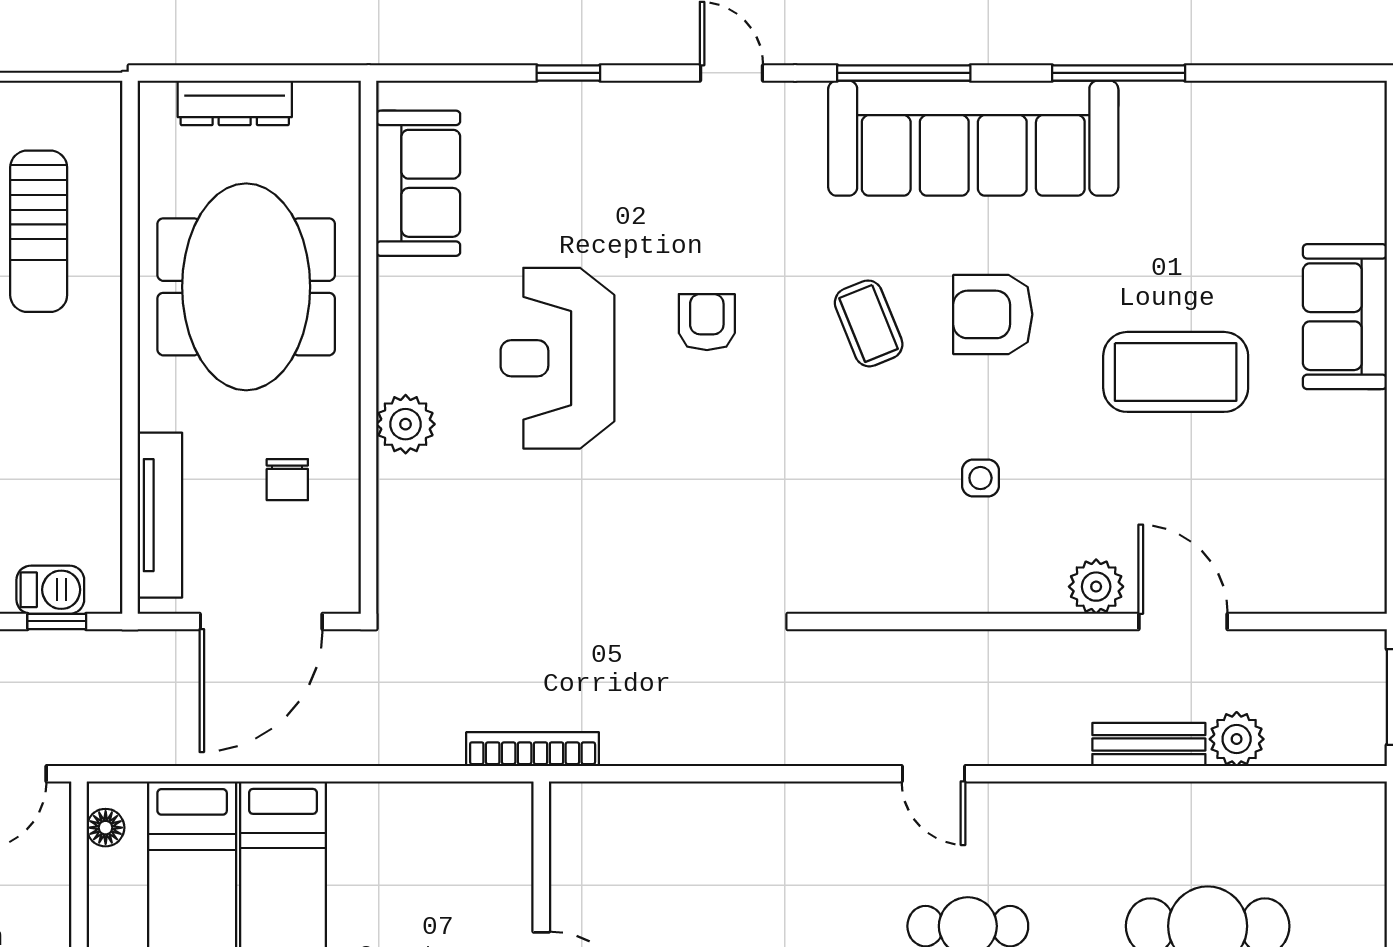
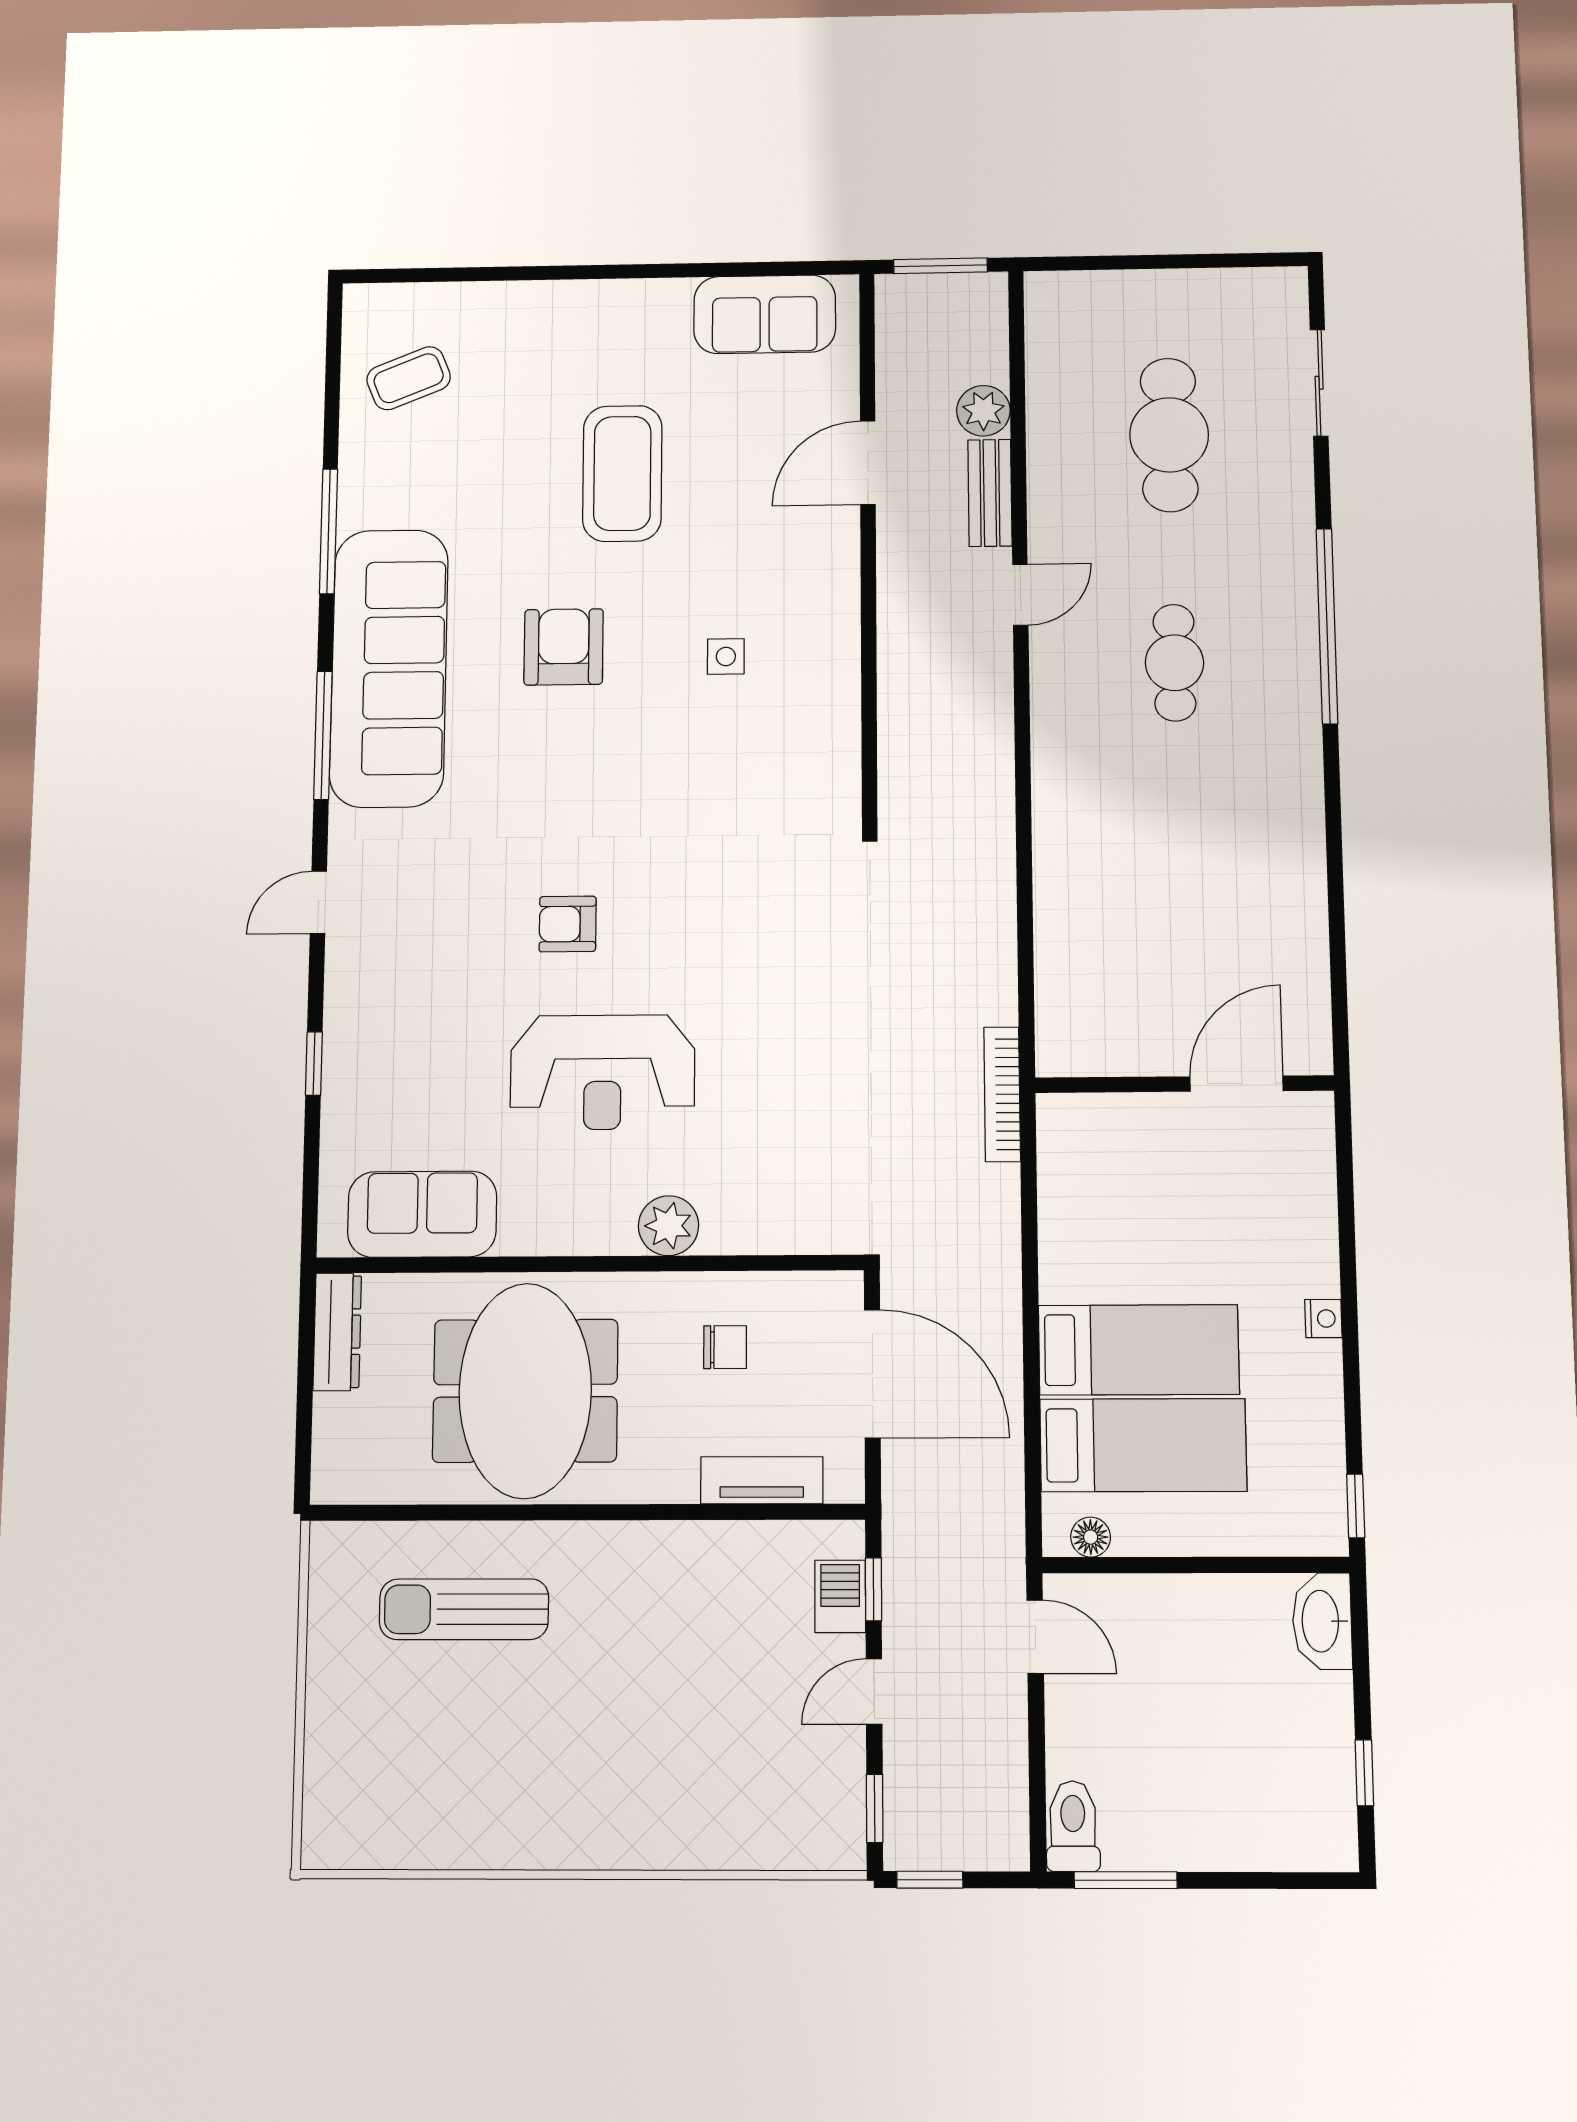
dresser: (235, 103) -> (337, 1332), moved
sun lounger: (39, 231) -> (464, 1609), turned 180
meeting table: (246, 287) -> (525, 1391), turned 90
armchair: (993, 314) -> (564, 647), turned 180
sofa: (1345, 317) -> (765, 314), moved
coffee table: (869, 323) -> (409, 378), moved
tv unit: (160, 515) -> (762, 1480), width x0.71
plant: (1096, 587) -> (834, 545), removed
door: (933, 774) -> (1020, 595), moved

